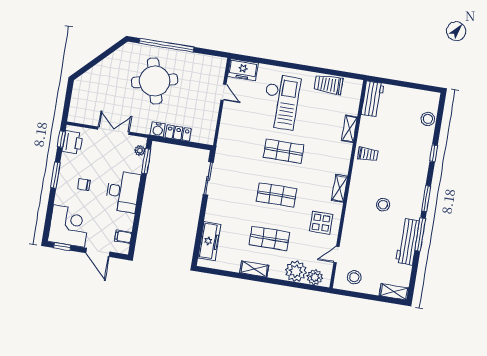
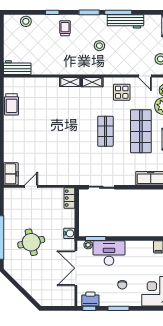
round table: (155, 81) -> (31, 242), width x0.73, depth x0.73
checkout: (281, 102) -> (31, 140), removed
shelving: (349, 129) -> (70, 82), moved
double door: (114, 131) -> (76, 268), width x1.37
locker: (178, 133) -> (69, 198), moved
shop shelf: (284, 151) -> (70, 131), removed
trolley: (368, 154) -> (65, 28), moved
desk: (123, 192) -> (109, 253), moved
shop shelf: (269, 239) -> (141, 131), width x1.43, depth x1.36

